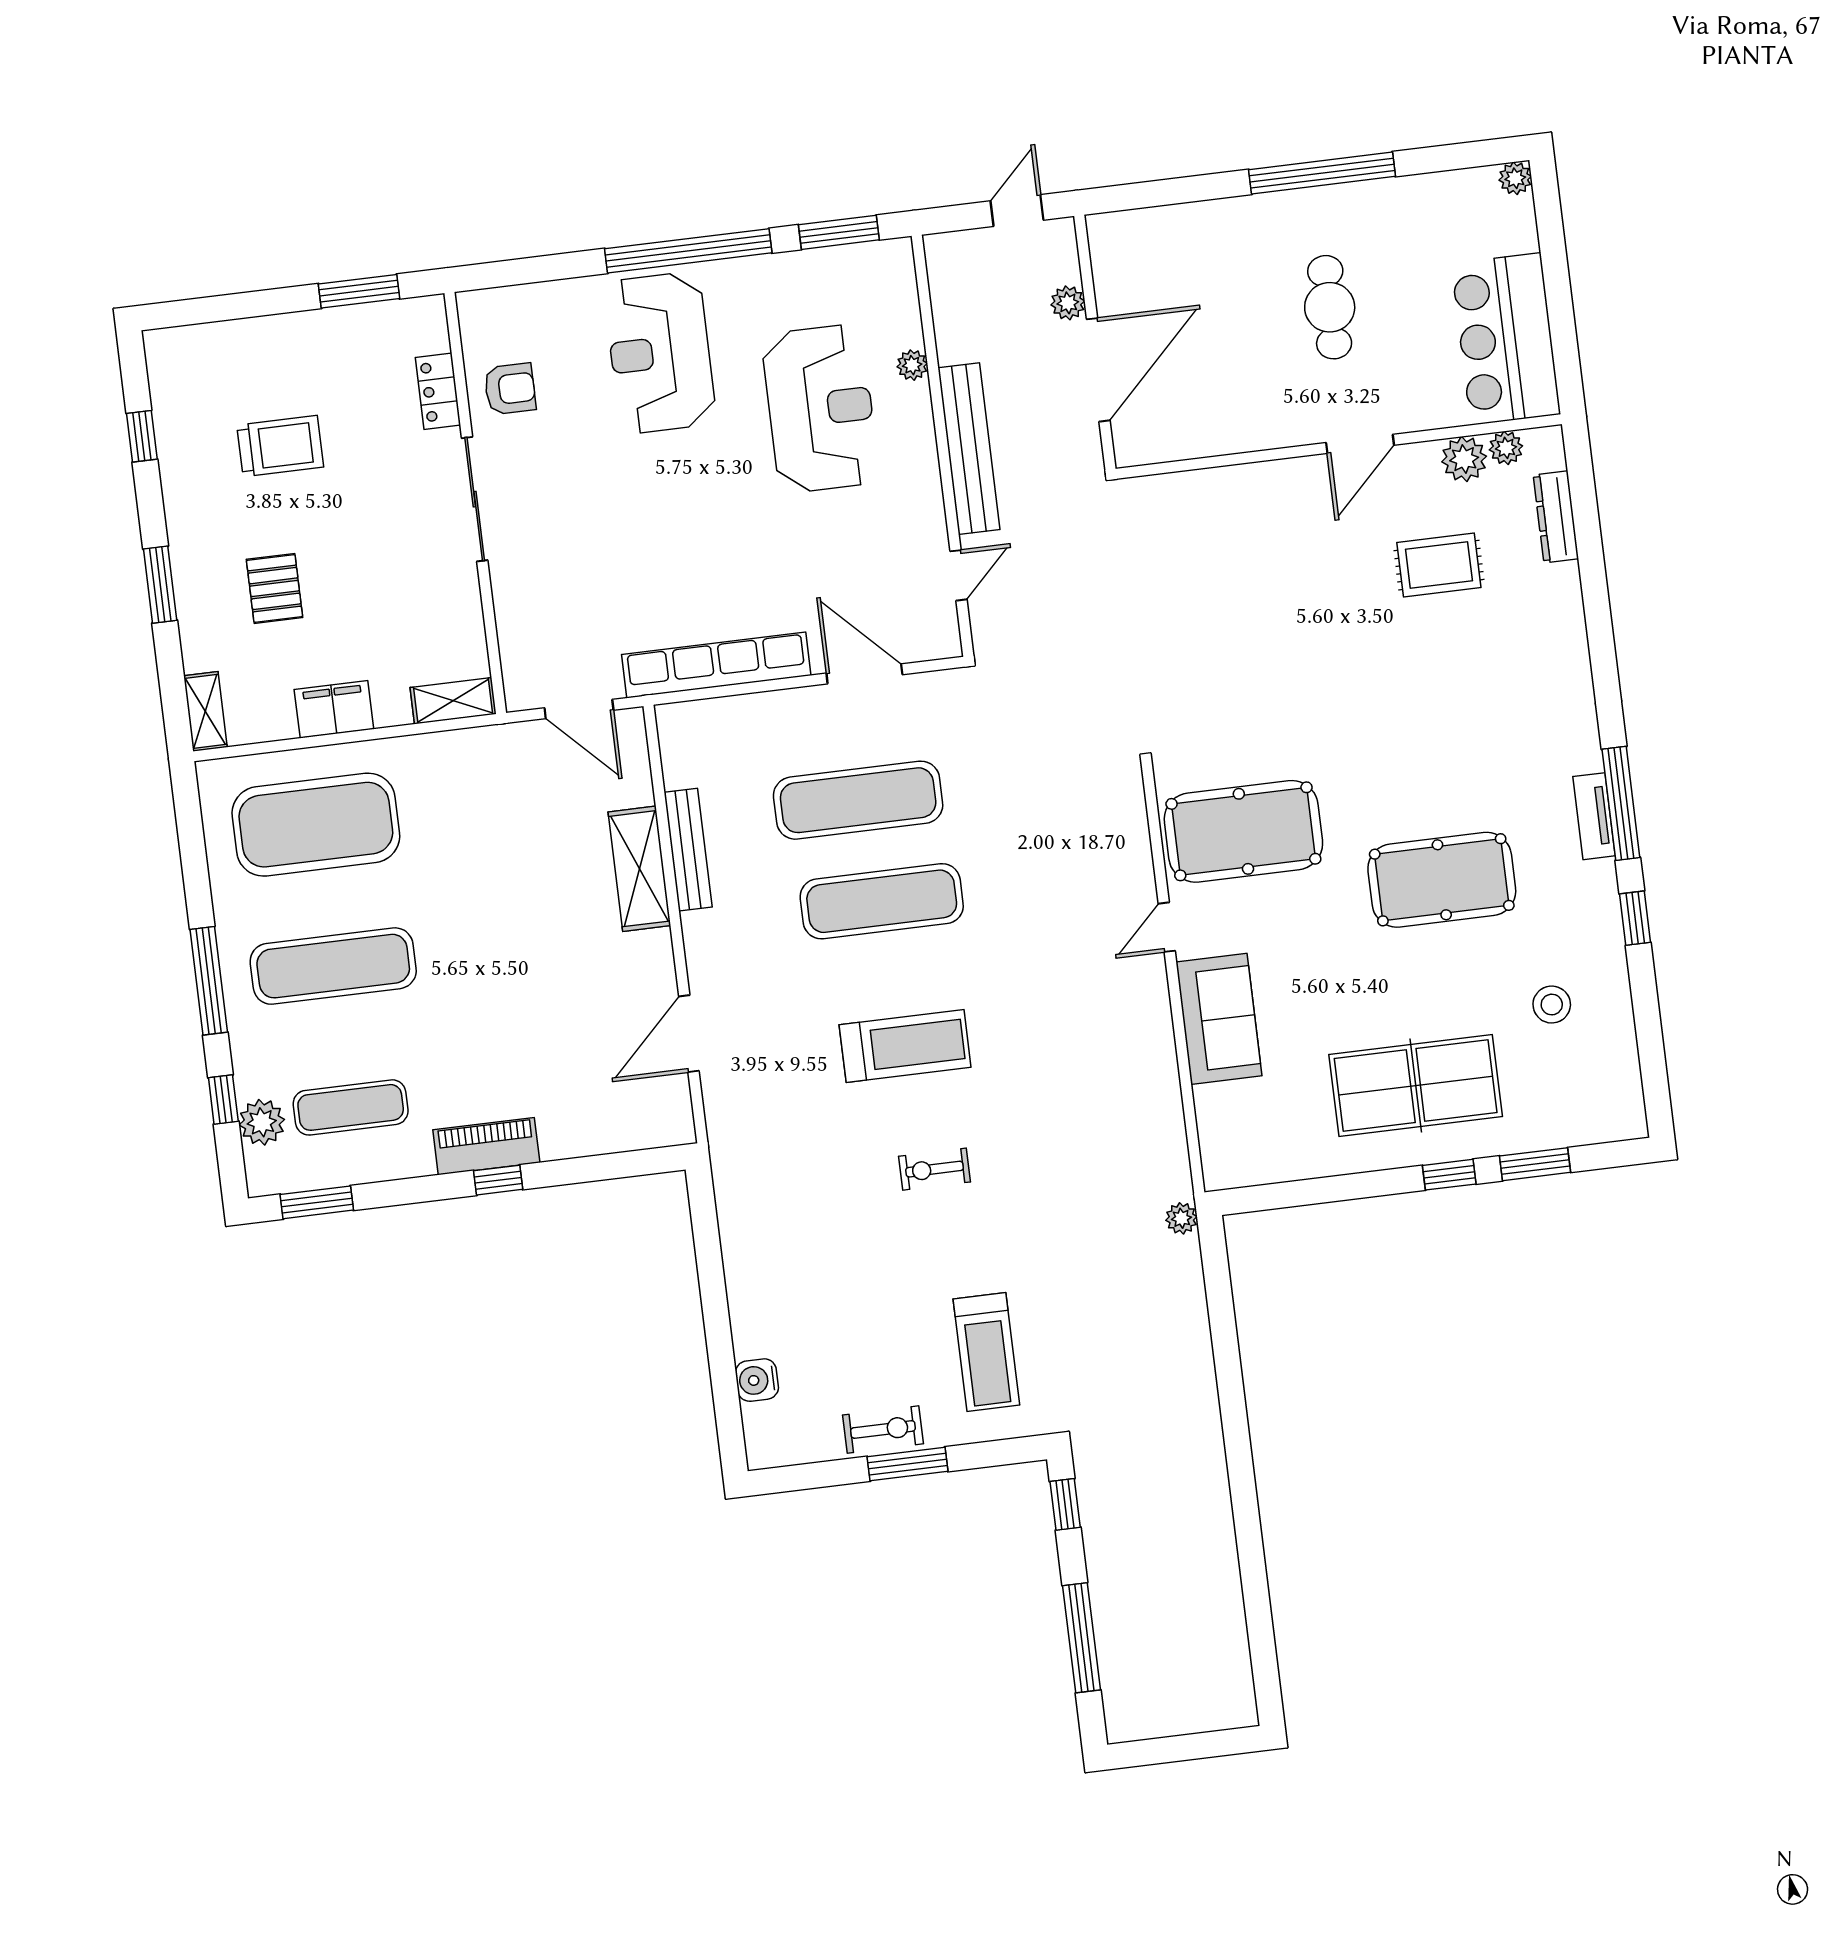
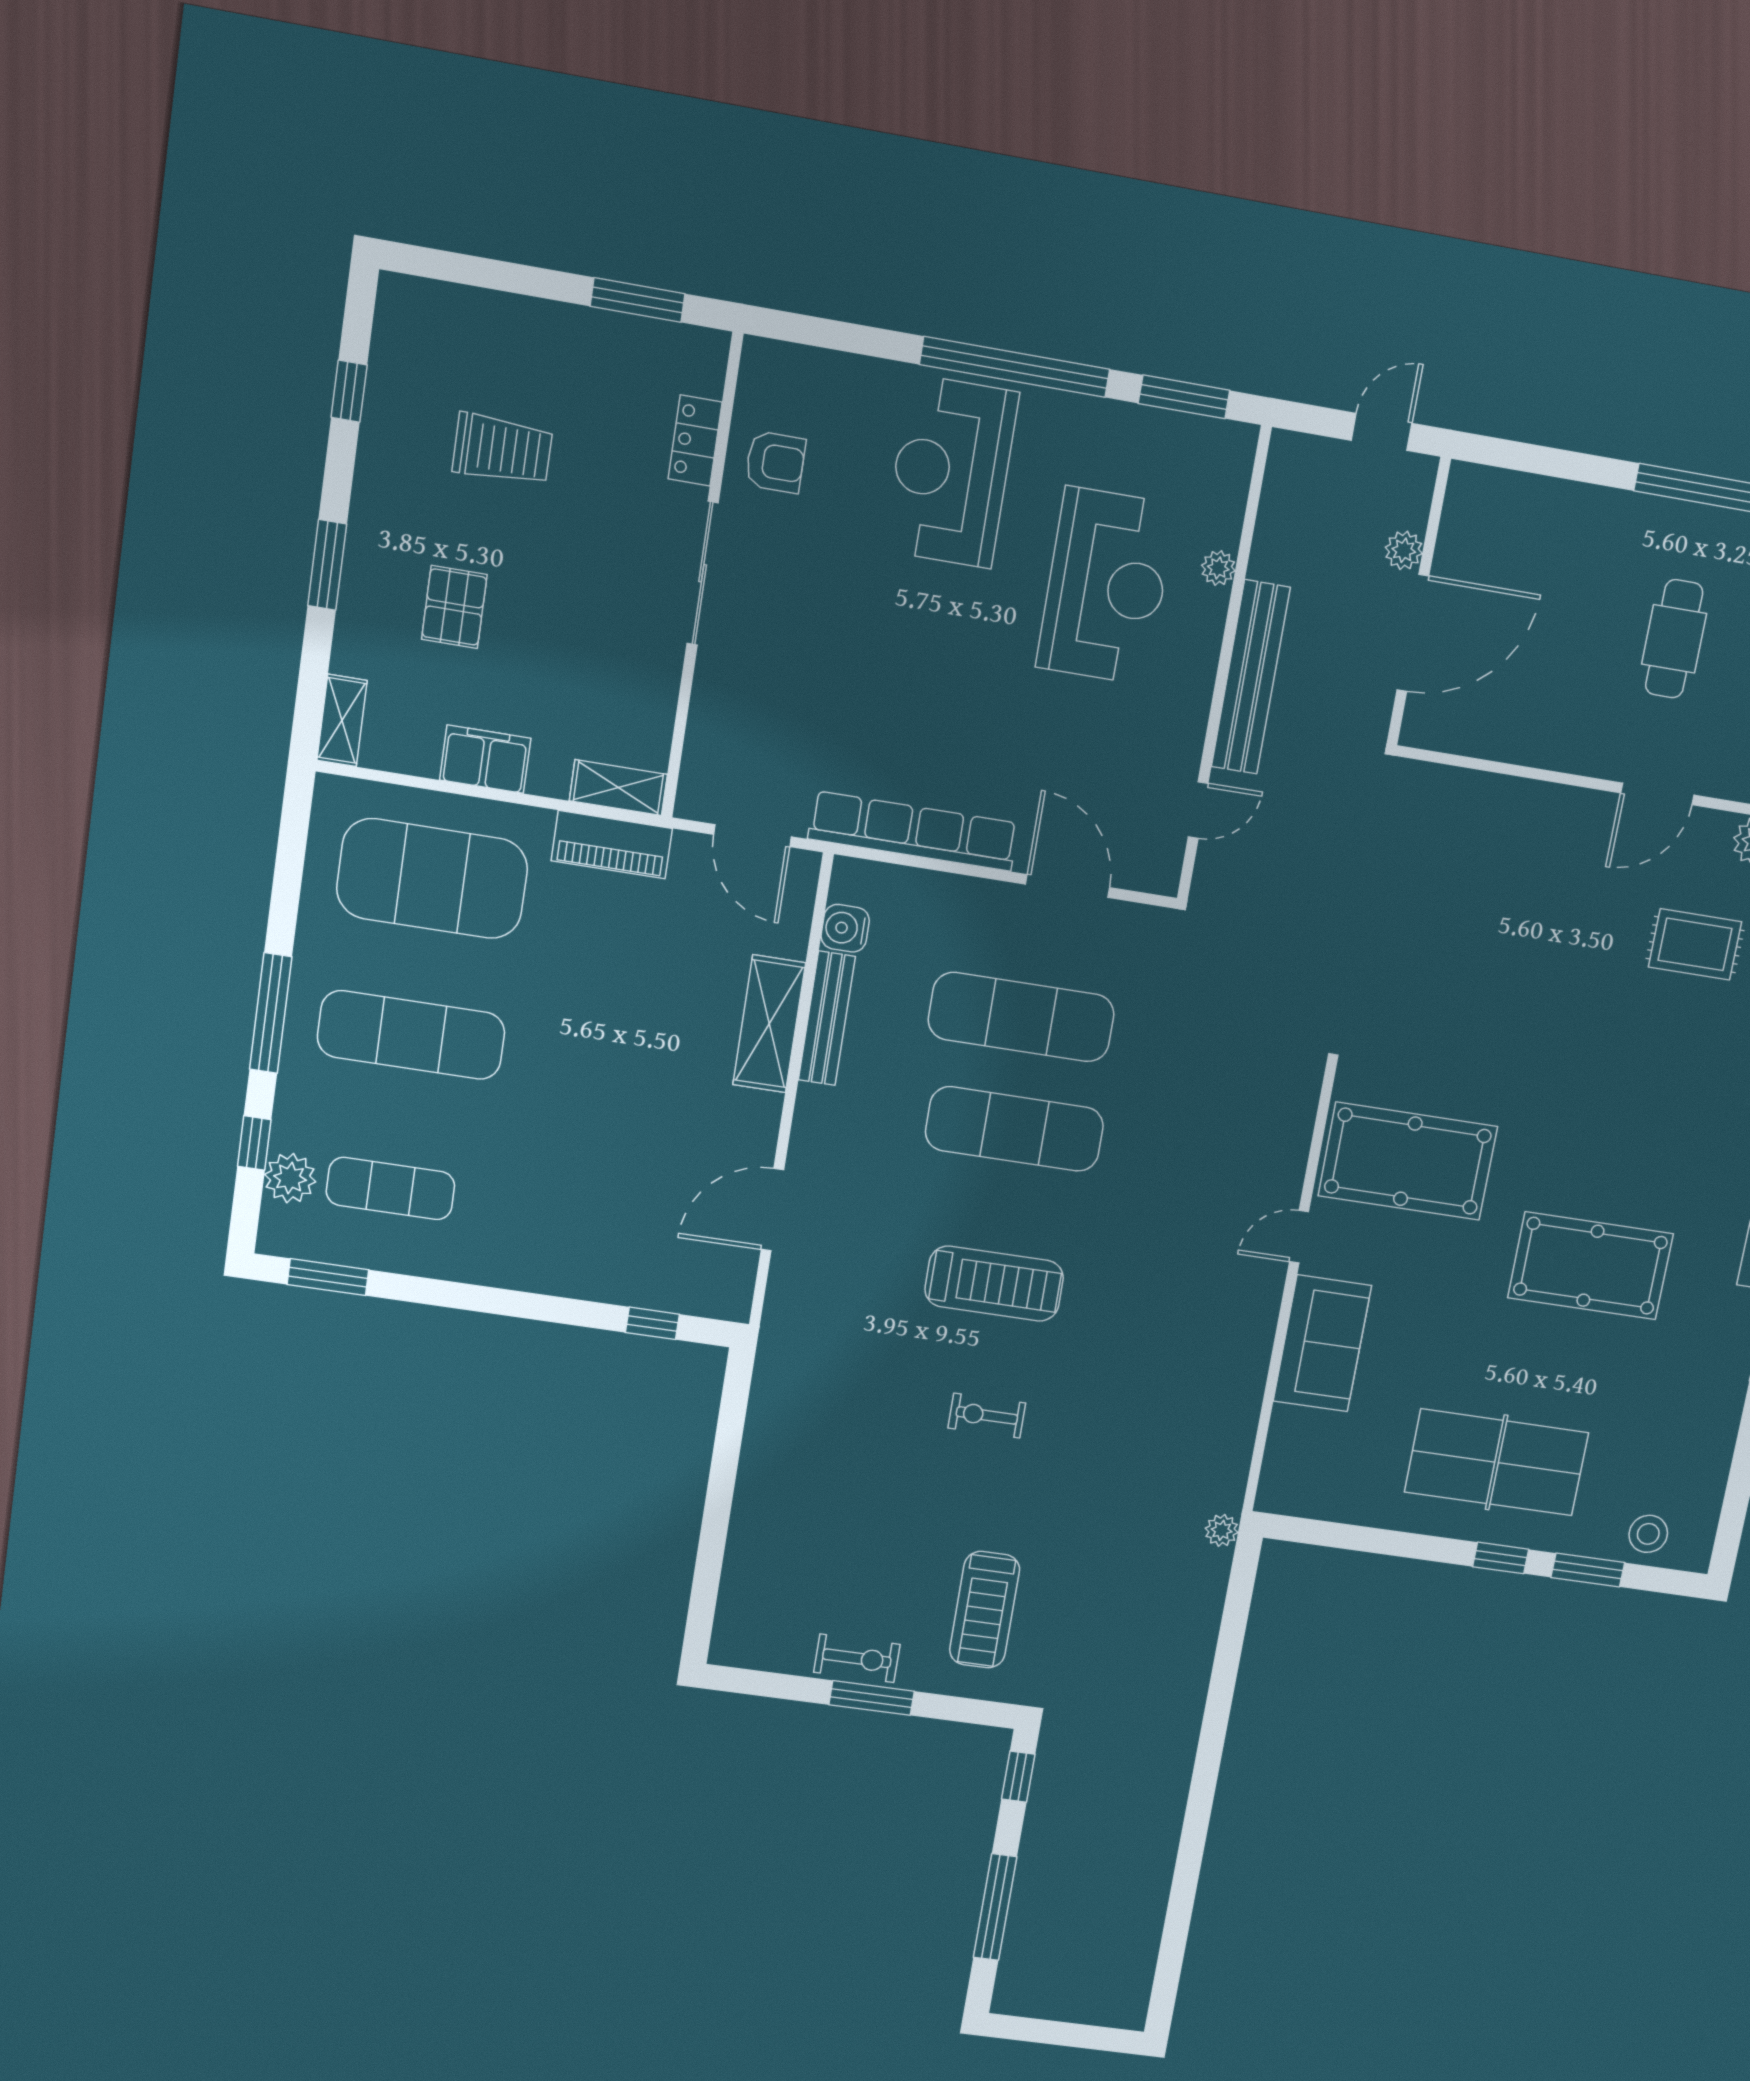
stool: (1552, 1005) -> (1648, 1534), moved
piano: (486, 1146) -> (612, 845), moved, turned 180
window: (498, 1180) -> (652, 1323), moved
water cooler: (757, 1380) -> (845, 928), moved

